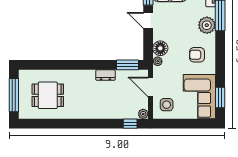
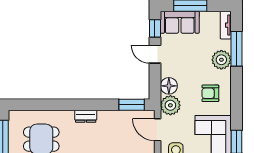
plant: (158, 61) -> (170, 105), width x1.88, depth x1.88
dresser: (105, 75) -> (86, 116), moved

